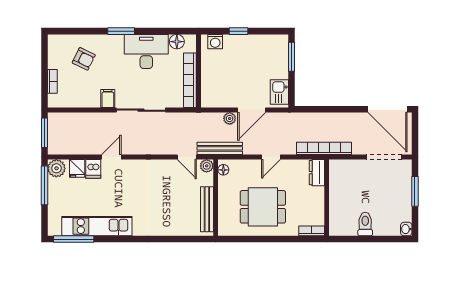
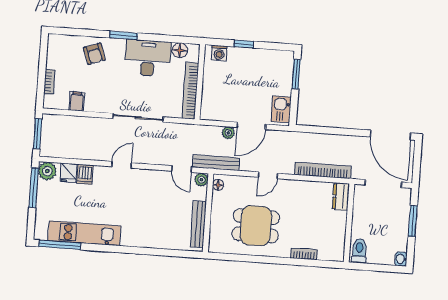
armchair: (84, 59) -> (94, 54), moved, turned 44
filing cabinet: (108, 99) -> (77, 101), moved
door: (111, 157) -> (122, 165), moved
dresser: (317, 173) -> (341, 197), moved
wall: (327, 198) -> (349, 223), moved

